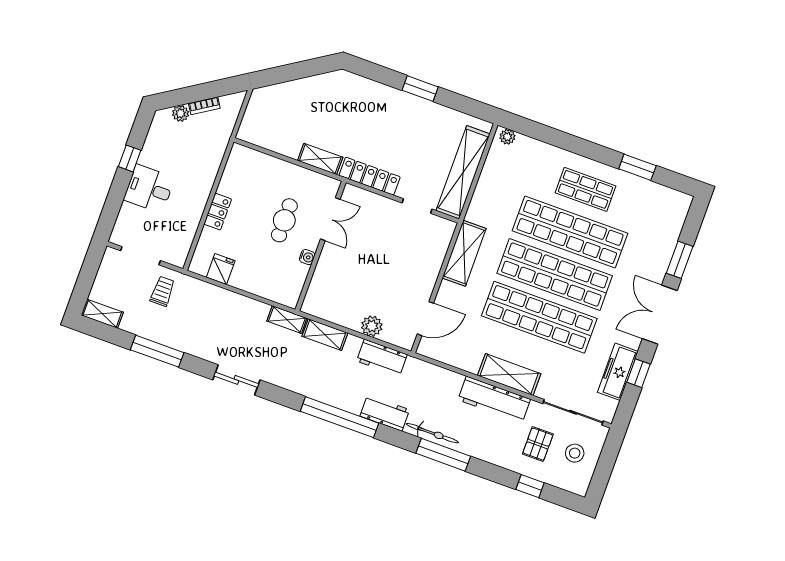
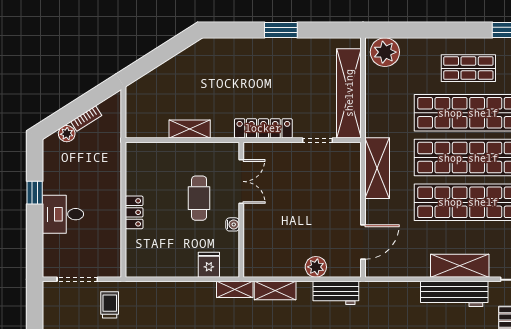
plant: (507, 137) -> (385, 52), width x1.88, depth x1.88
shelving: (320, 159) -> (190, 129), moved
fridge: (221, 269) -> (209, 265), moved

